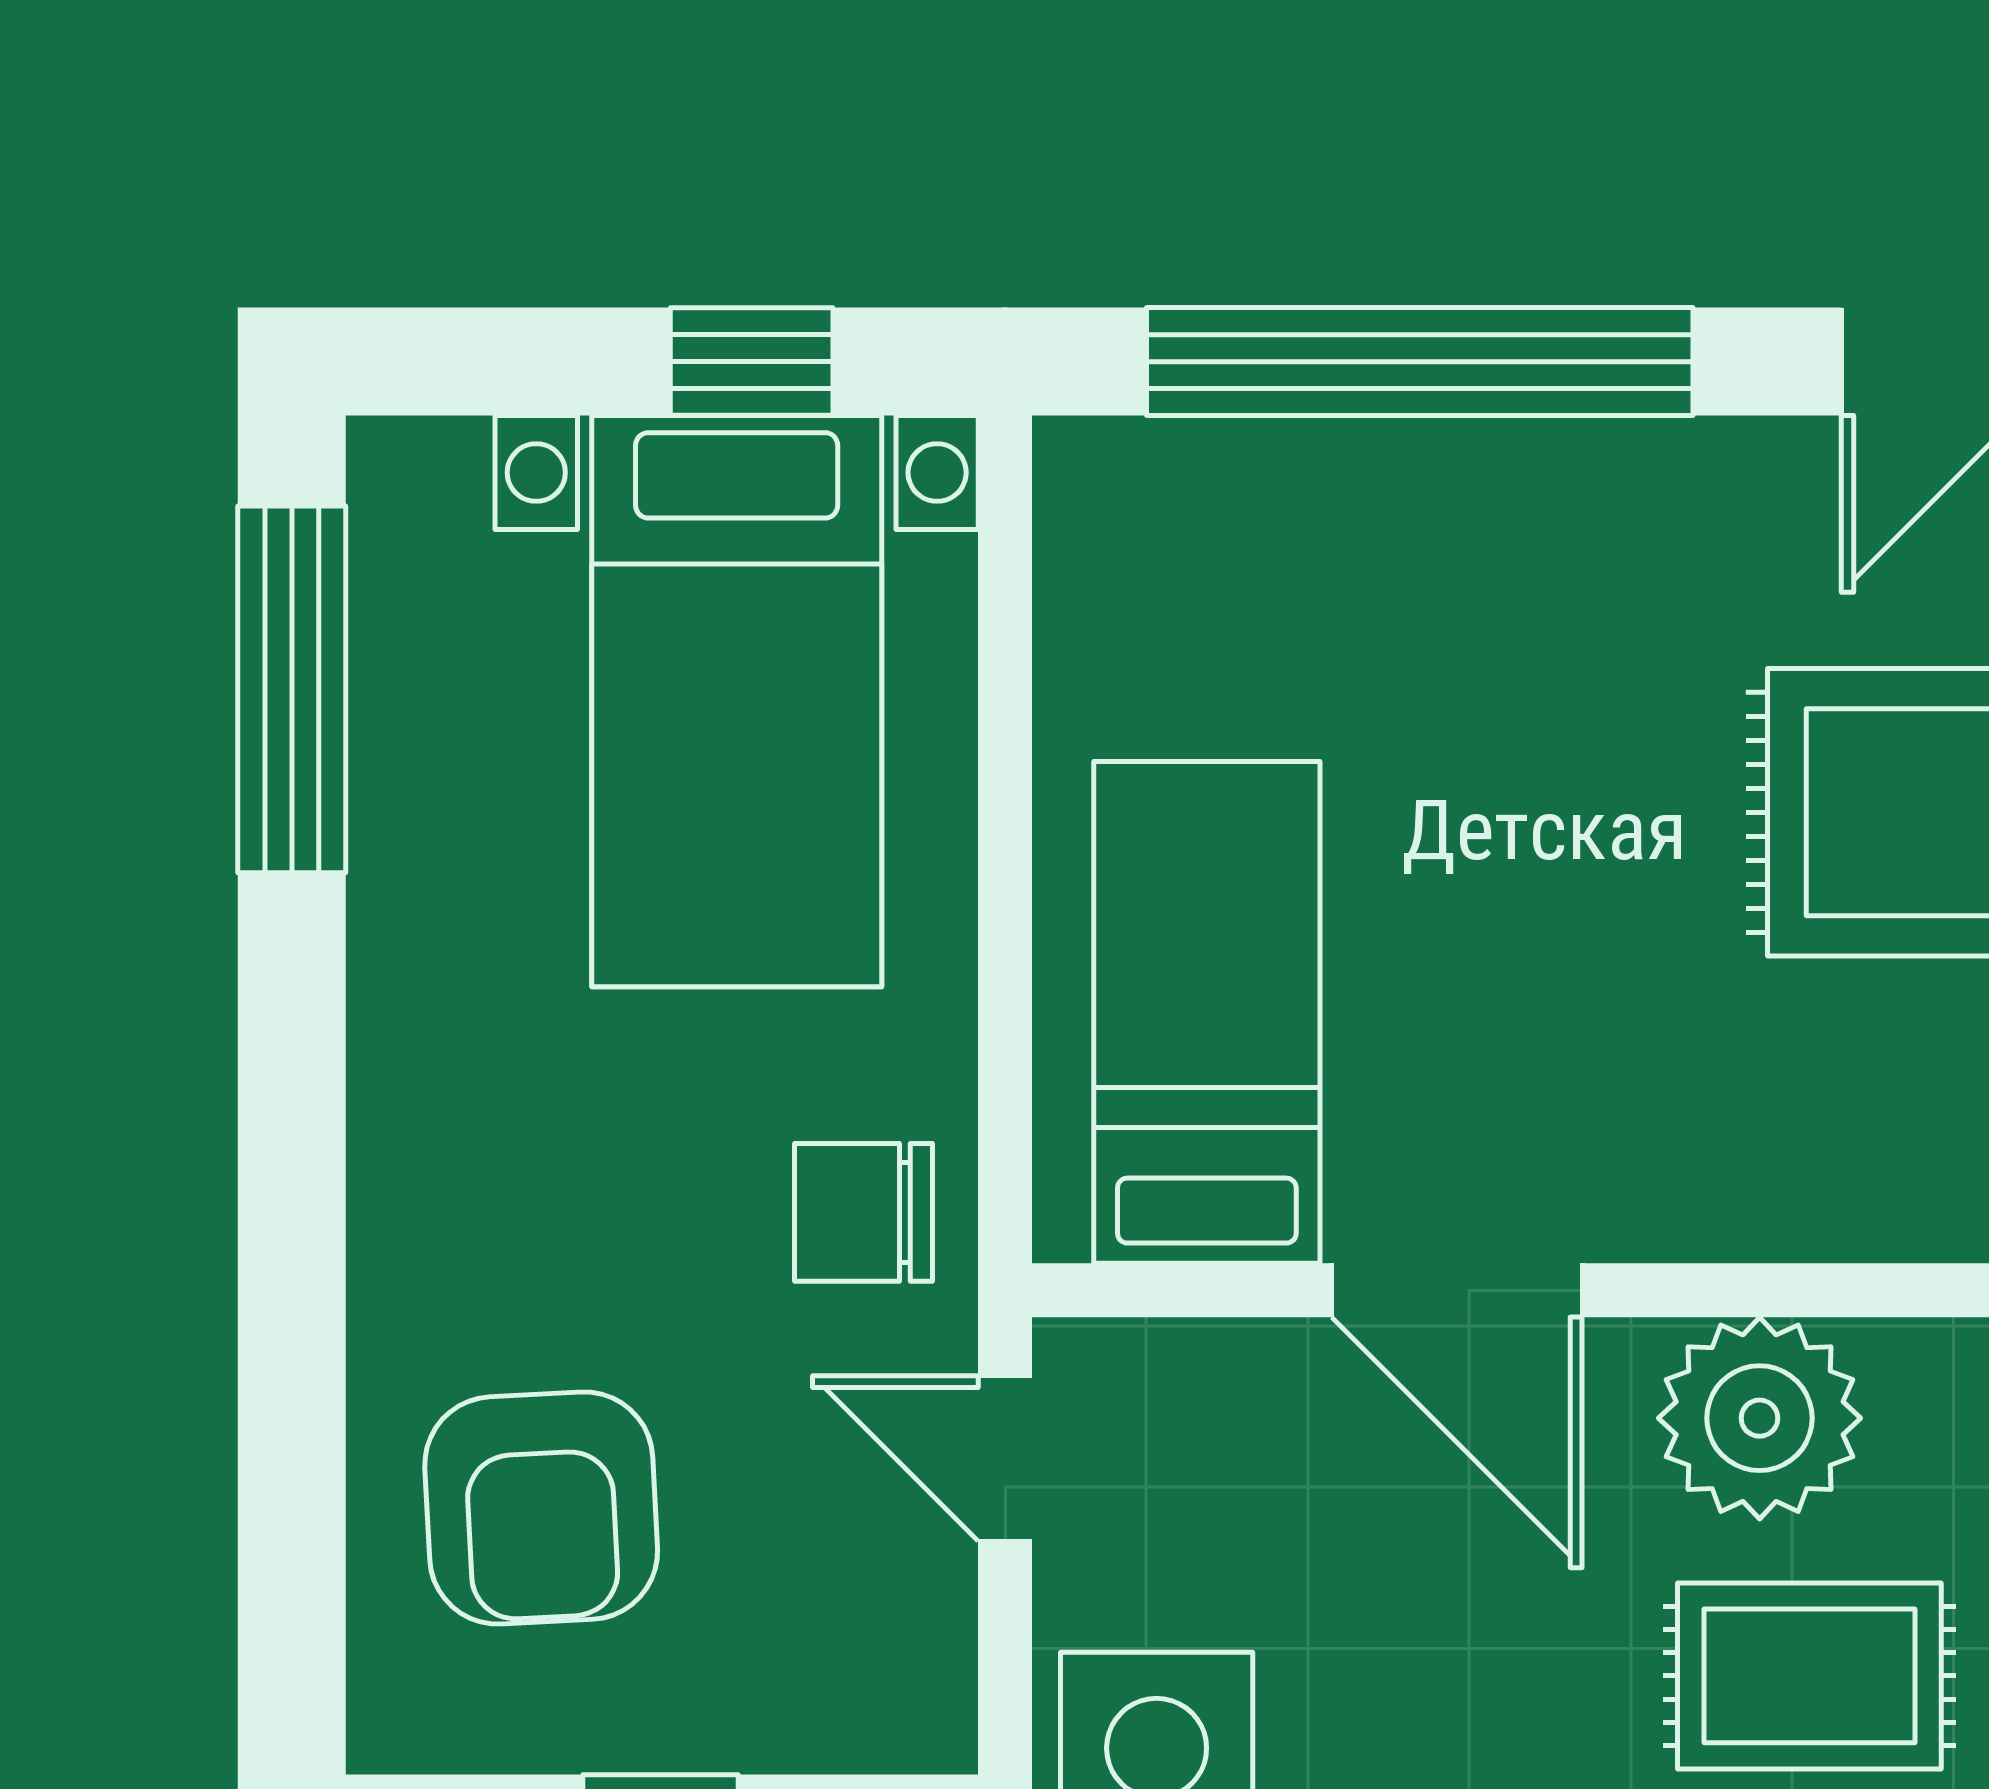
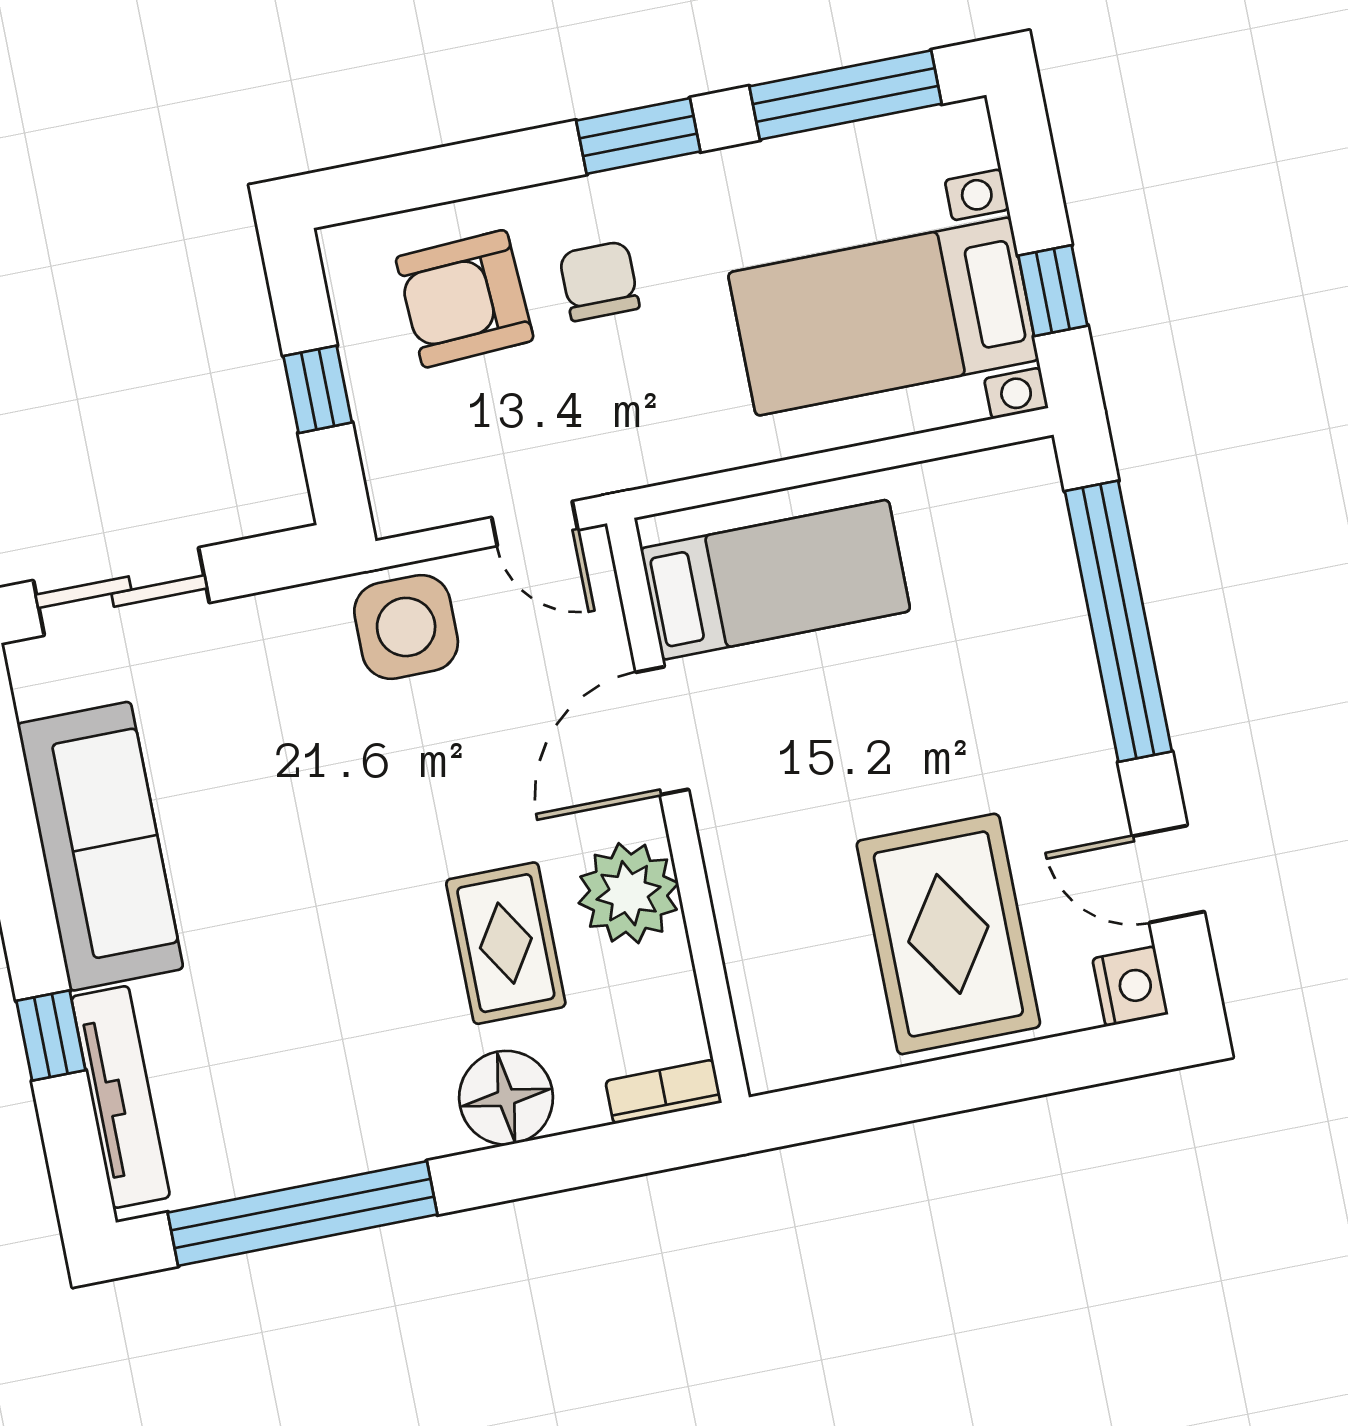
window: (292, 1108) -> (638, 136), added
chair: (864, 1212) -> (599, 281), moved
door: (1005, 1458) -> (535, 524), swing flipped

